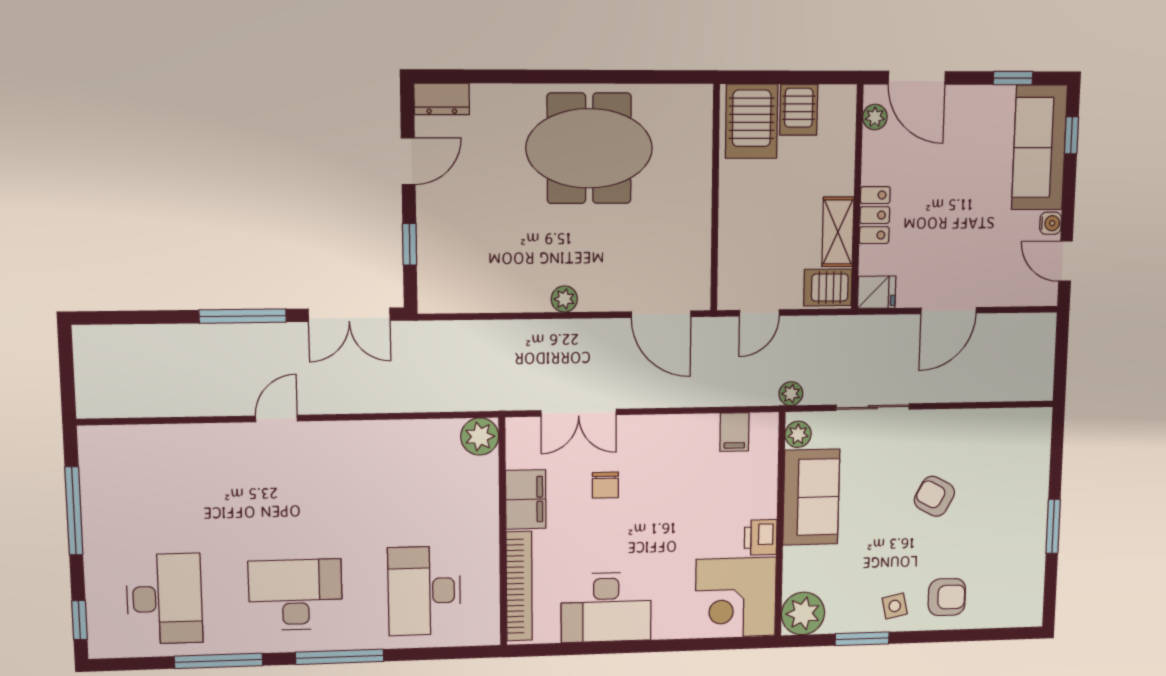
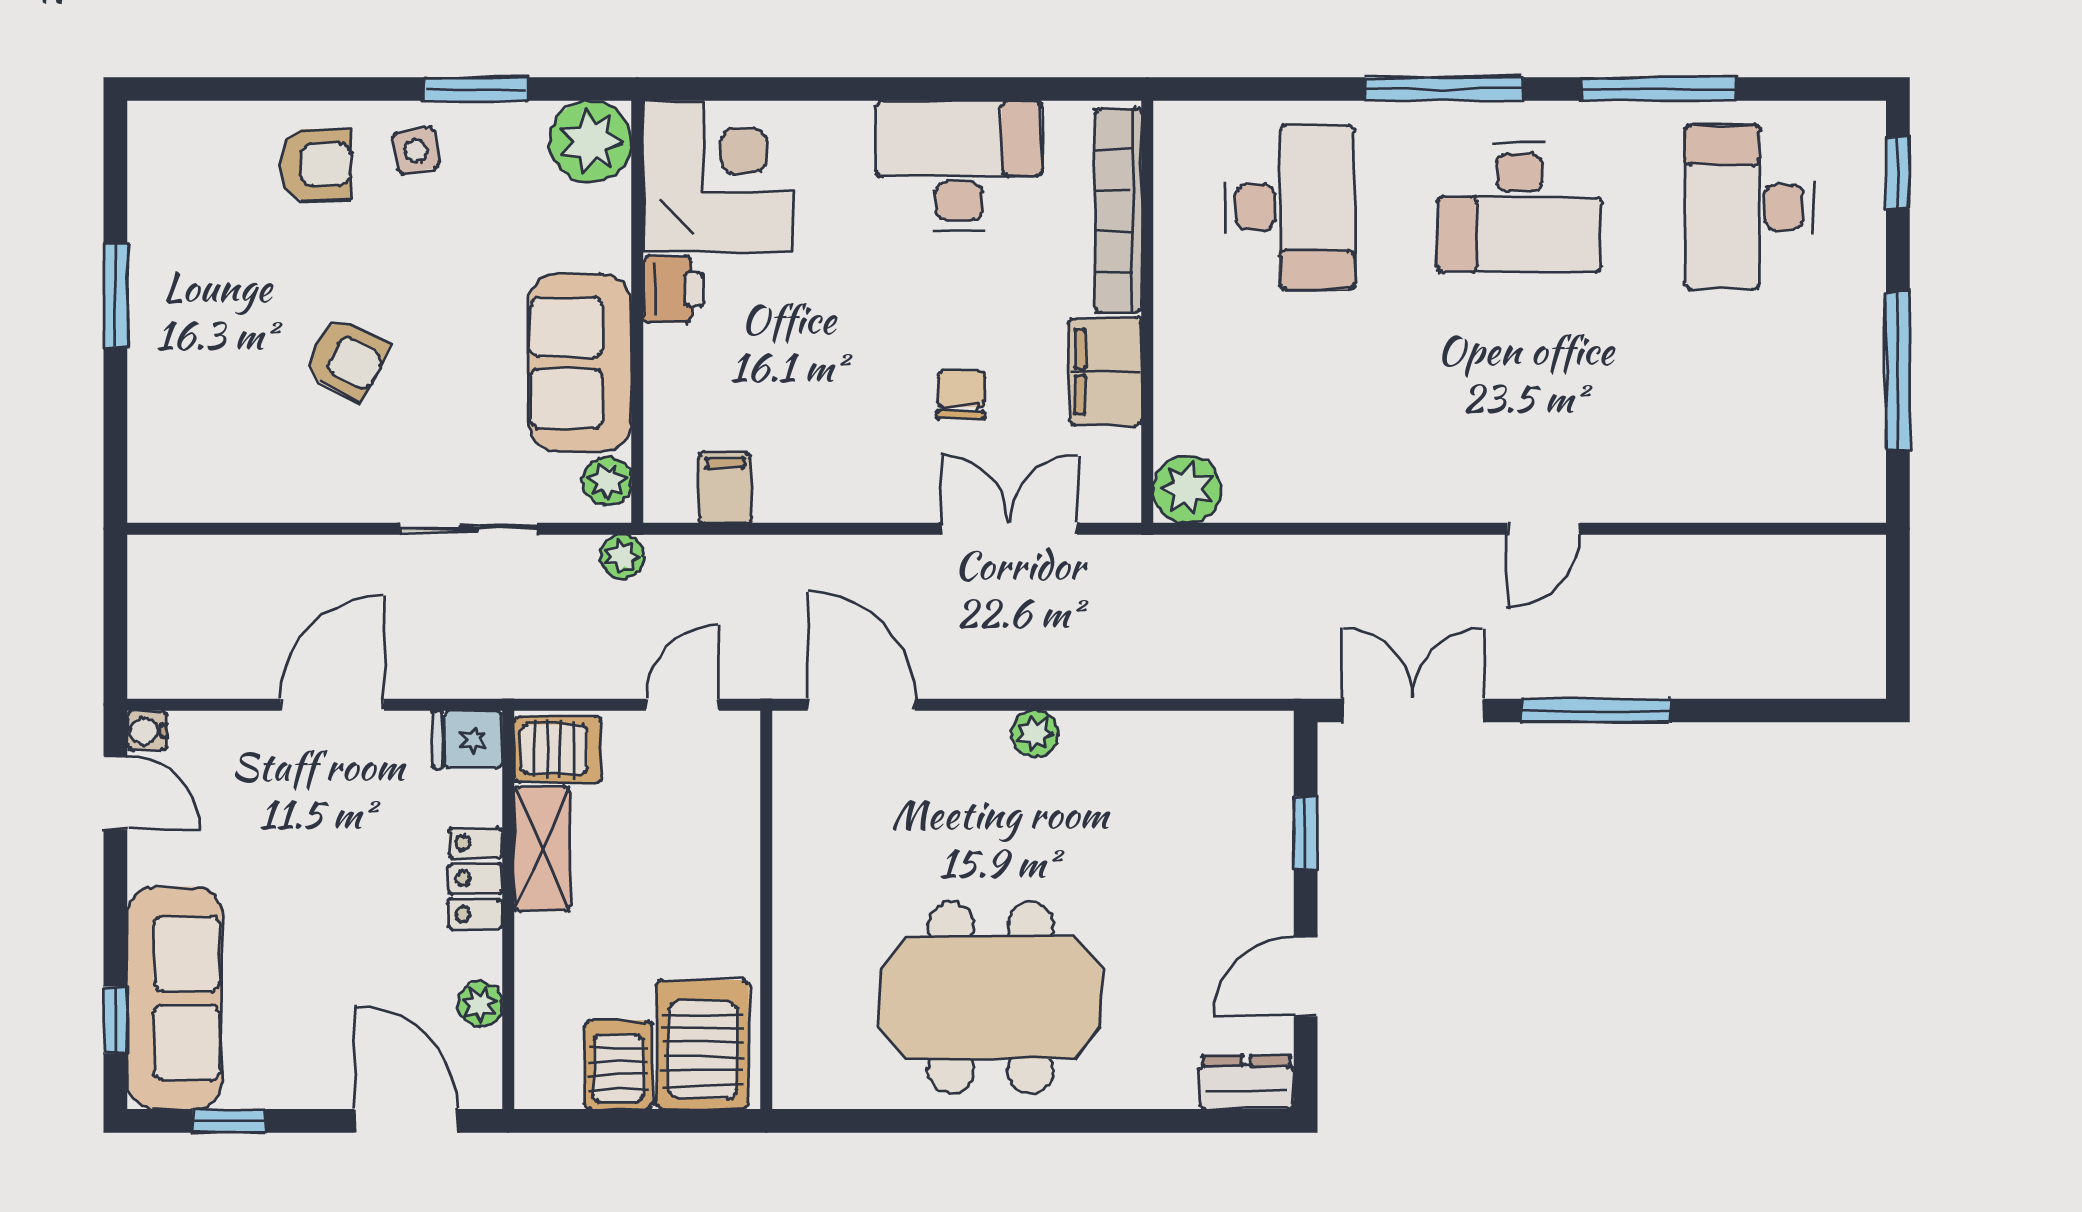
plant: (875, 117) -> (480, 1004), moved
water cooler: (1051, 223) -> (147, 731), moved
armchair: (947, 597) -> (316, 165), turned 180

